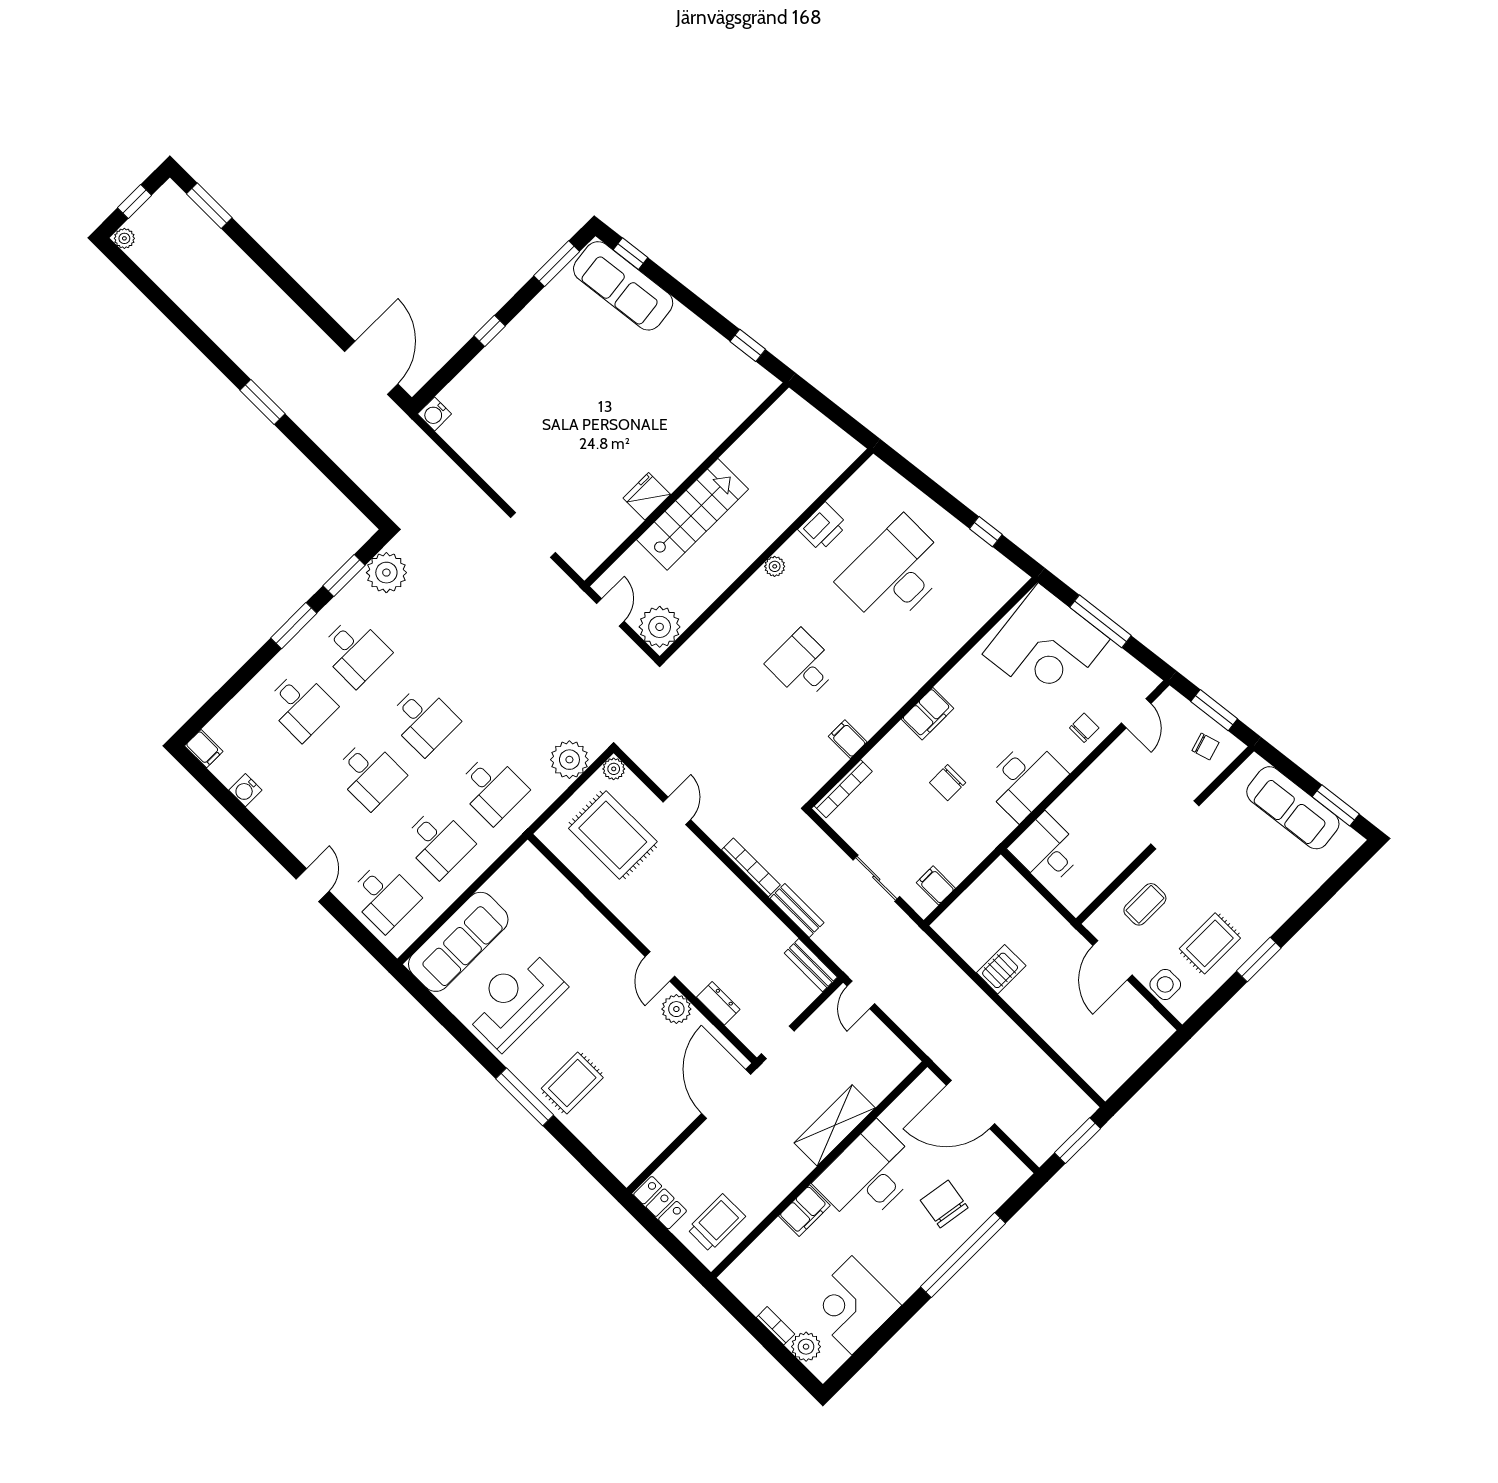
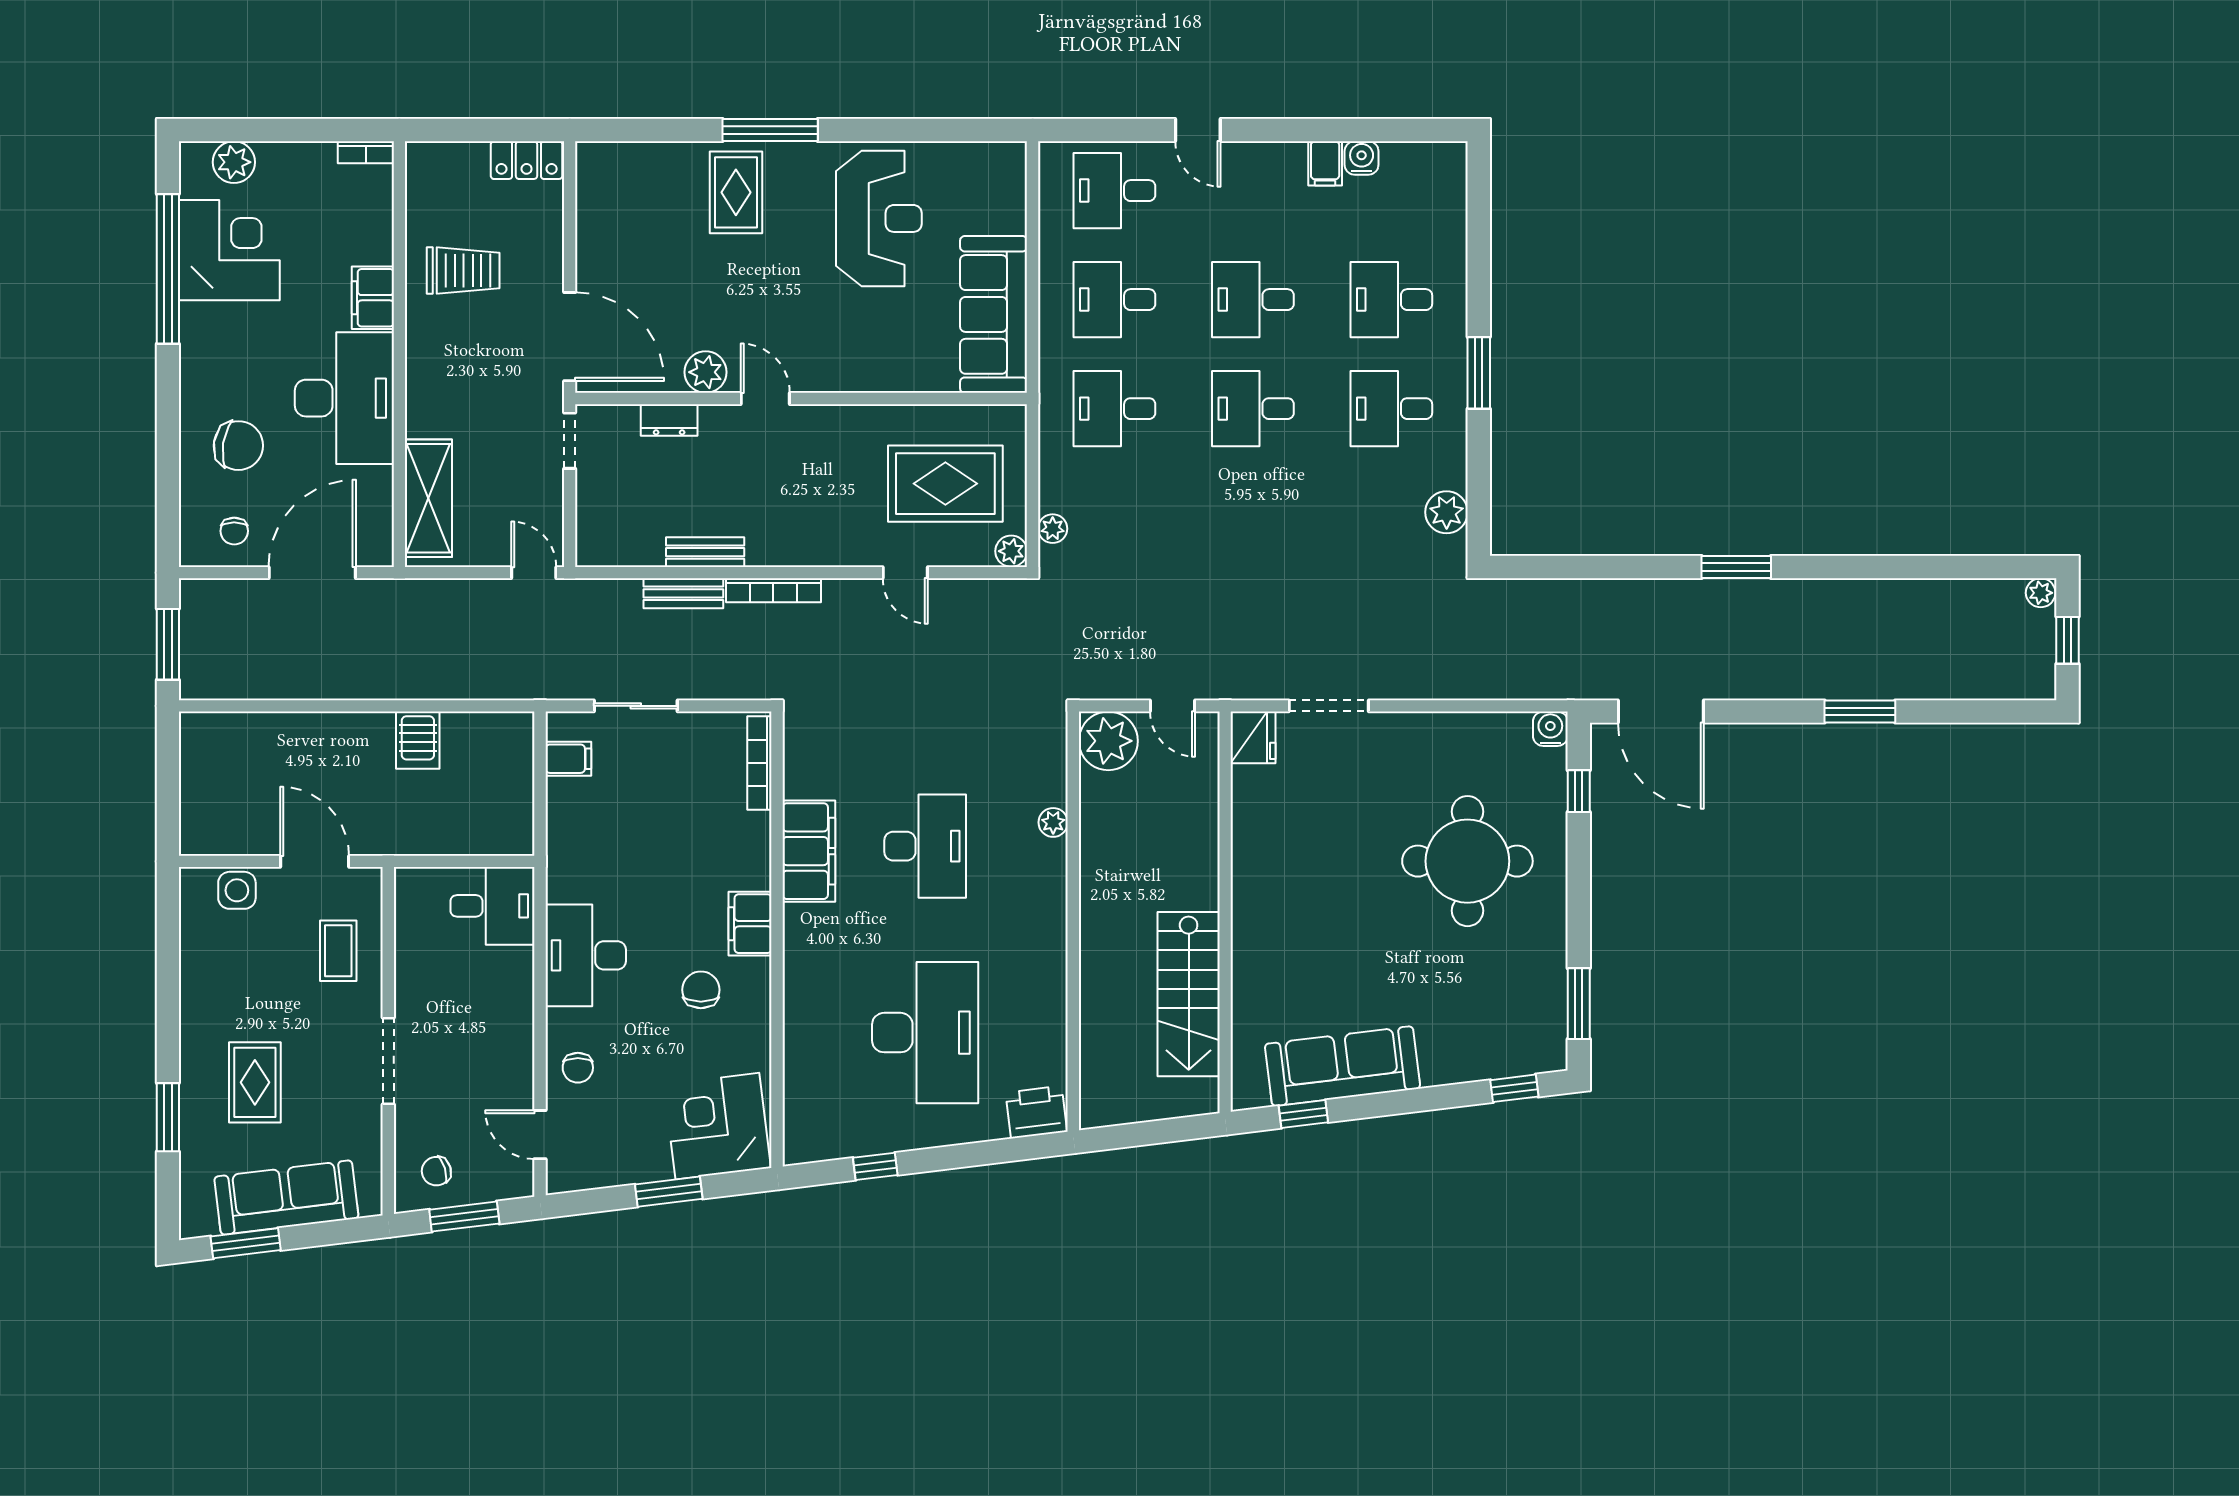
window: (209, 206) -> (1860, 711), moved
sofa: (623, 286) -> (1342, 1066), moved
window: (490, 331) -> (1579, 791), moved
round table: (541, 389) -> (1467, 861), added
fridge: (647, 496) -> (1253, 737), moved
stairs: (693, 514) -> (1189, 994), moved
printer: (823, 527) -> (1036, 1112), moved, turned 83
plant: (775, 566) -> (1053, 822), moved
plant: (386, 573) -> (1447, 512), width x0.73, depth x0.73
window: (344, 575) -> (1479, 474), removed
window: (1101, 621) -> (669, 1192), width x0.69
corner desk: (1046, 647) -> (717, 1126), width x0.74, depth x0.74
desk: (802, 665) -> (925, 846), width x1.37
filing cabinet: (848, 739) -> (809, 851), width x3.00, depth x1.17
filing cabinet: (204, 749) -> (1325, 163), moved, turned -90
plant: (569, 760) -> (1053, 529), width x0.53, depth x0.53
chair: (948, 783) -> (701, 990), moved
sofa: (458, 942) -> (994, 314), moved
rug: (1210, 943) -> (255, 1082), moved
window: (1259, 959) -> (168, 1117), moved
bench: (811, 965) -> (705, 552), moved
shelving: (835, 1125) -> (428, 498), moved
chair: (989, 1164) -> (234, 531), added
trolley: (716, 1223) -> (463, 270), moved, turned -90
window: (963, 1255) -> (168, 269), moved
bookcase: (775, 1326) -> (366, 152), moved

